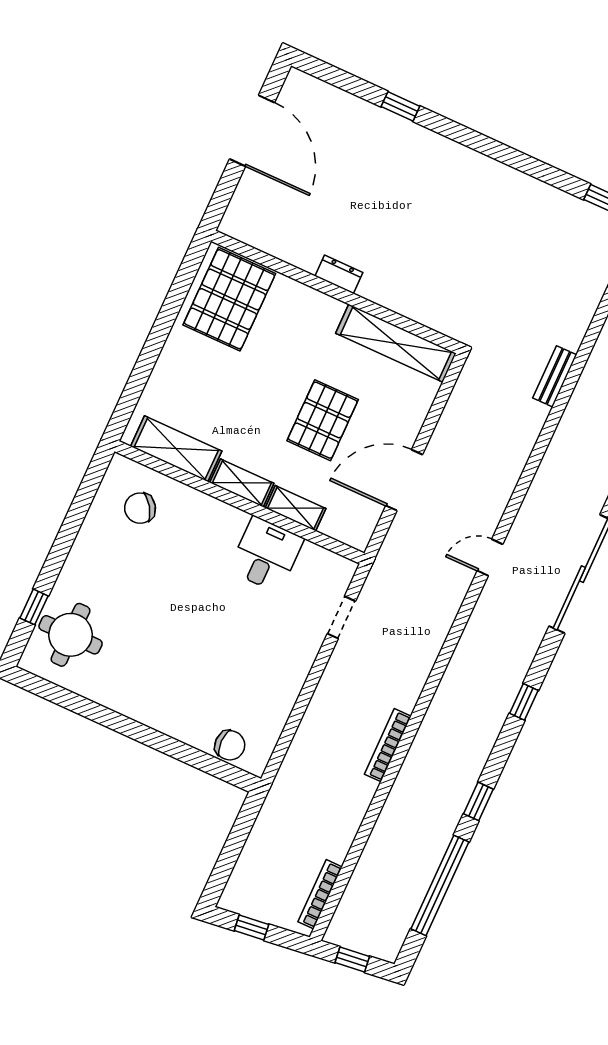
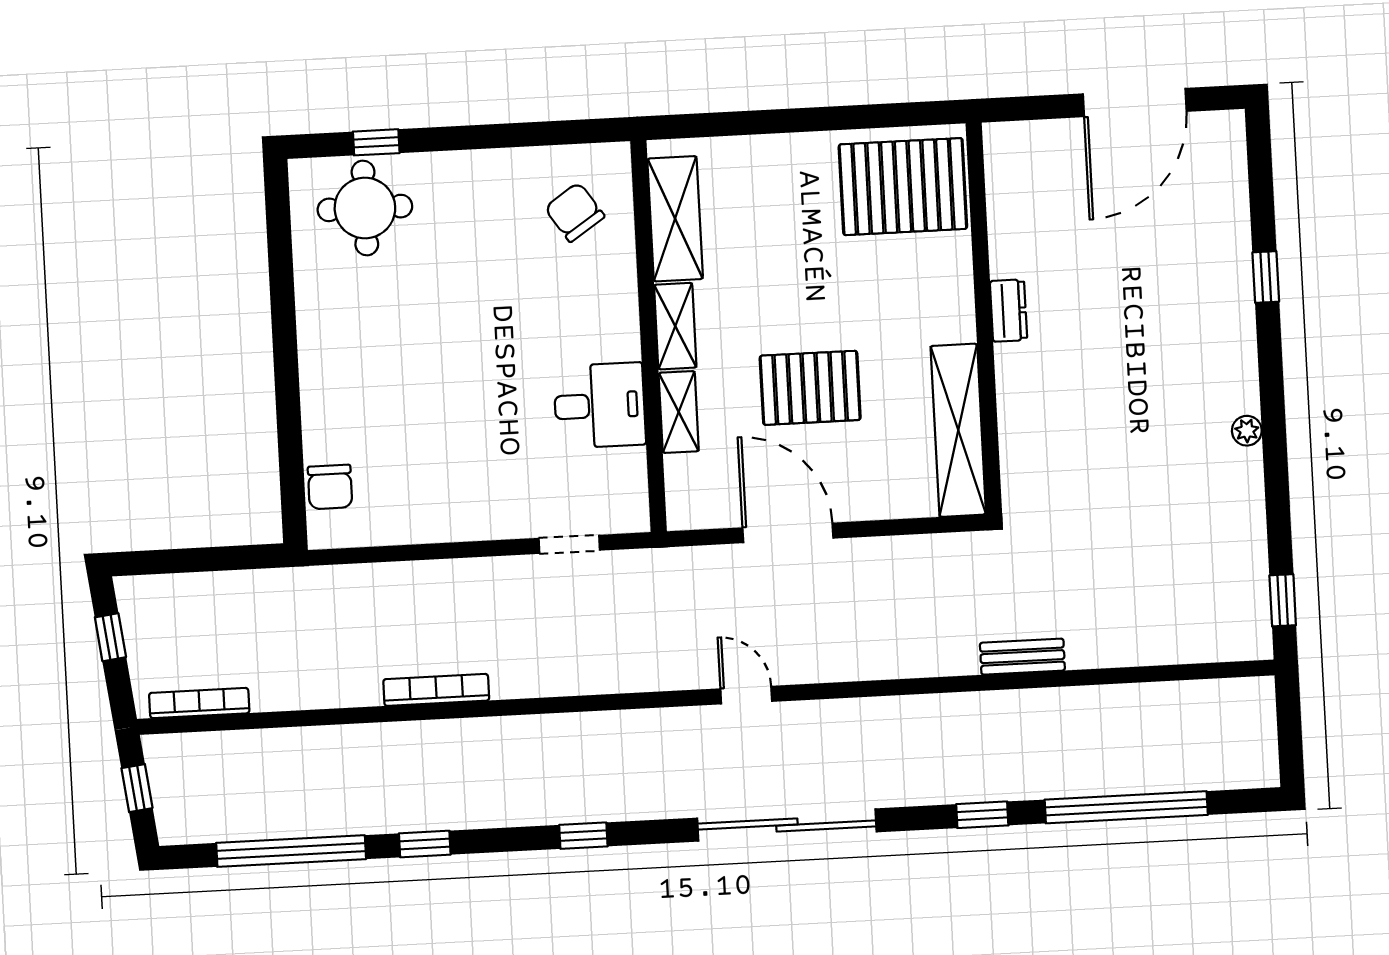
plant: (488, 167) -> (1247, 431), added

